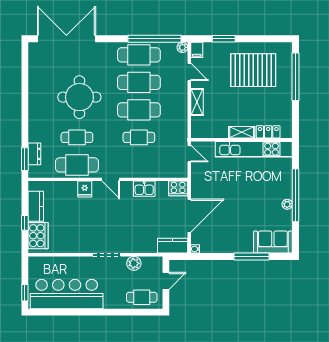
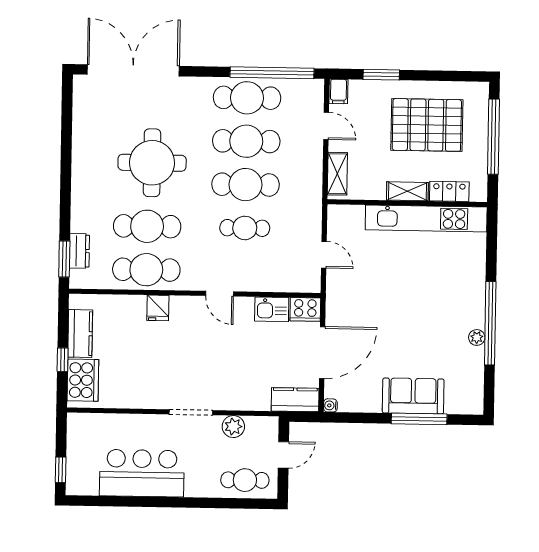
plant: (182, 47) -> (316, 87), removed
shelving: (242, 132) -> (407, 191), moved
locker: (268, 132) -> (449, 191), moved
cafe table: (77, 137) -> (147, 226), width x1.37, depth x1.35
wall: (242, 140) -> (407, 203), moved
kitchen unit: (254, 149) -> (426, 218), moved
door: (111, 179) -> (220, 294), moved
kitchen sink: (144, 189) -> (272, 309), moved
sofa: (273, 242) -> (413, 396), moved
bar counter: (67, 294) -> (142, 473), width x0.73

